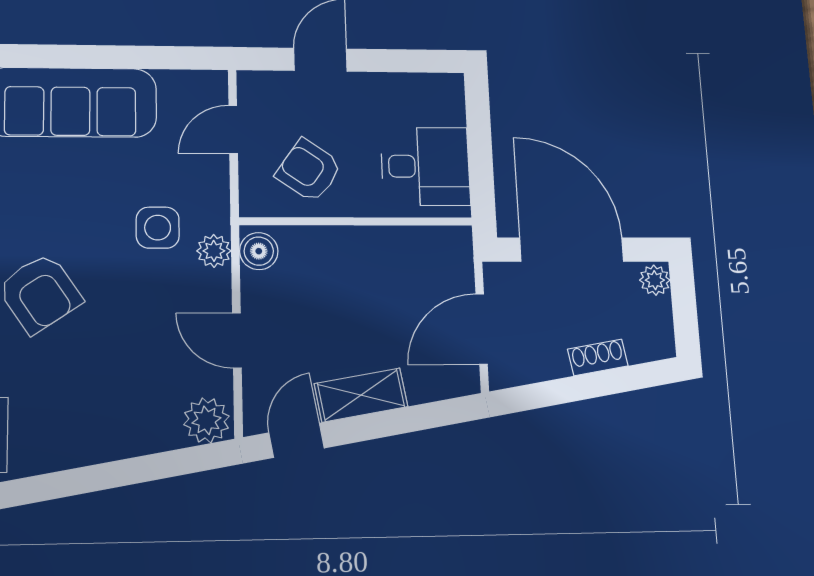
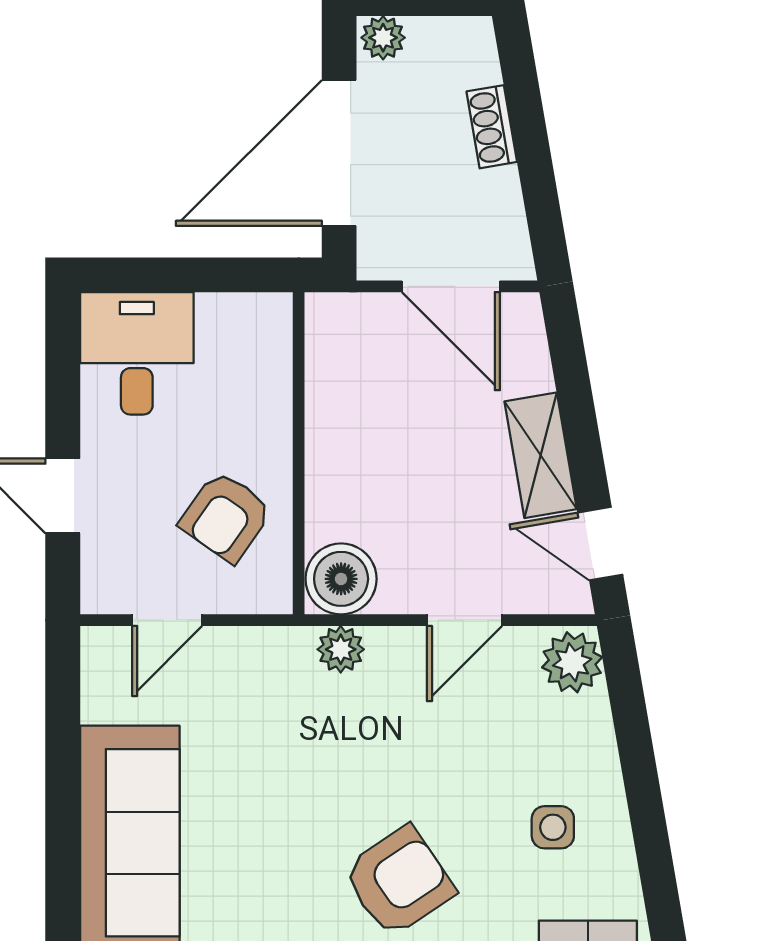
door: (233, 129) -> (167, 620), hinge flipped
desk: (425, 166) -> (137, 353), moved
side table: (158, 228) -> (553, 827), moved, width x0.73, depth x0.73
boiler: (259, 251) -> (341, 579), width x1.36, depth x1.36

